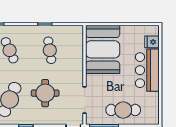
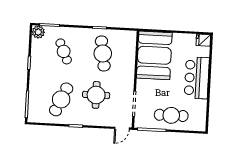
fridge: (152, 42) -> (203, 40), moved
cafe table: (50, 50) -> (103, 53), width x1.37, depth x1.35

